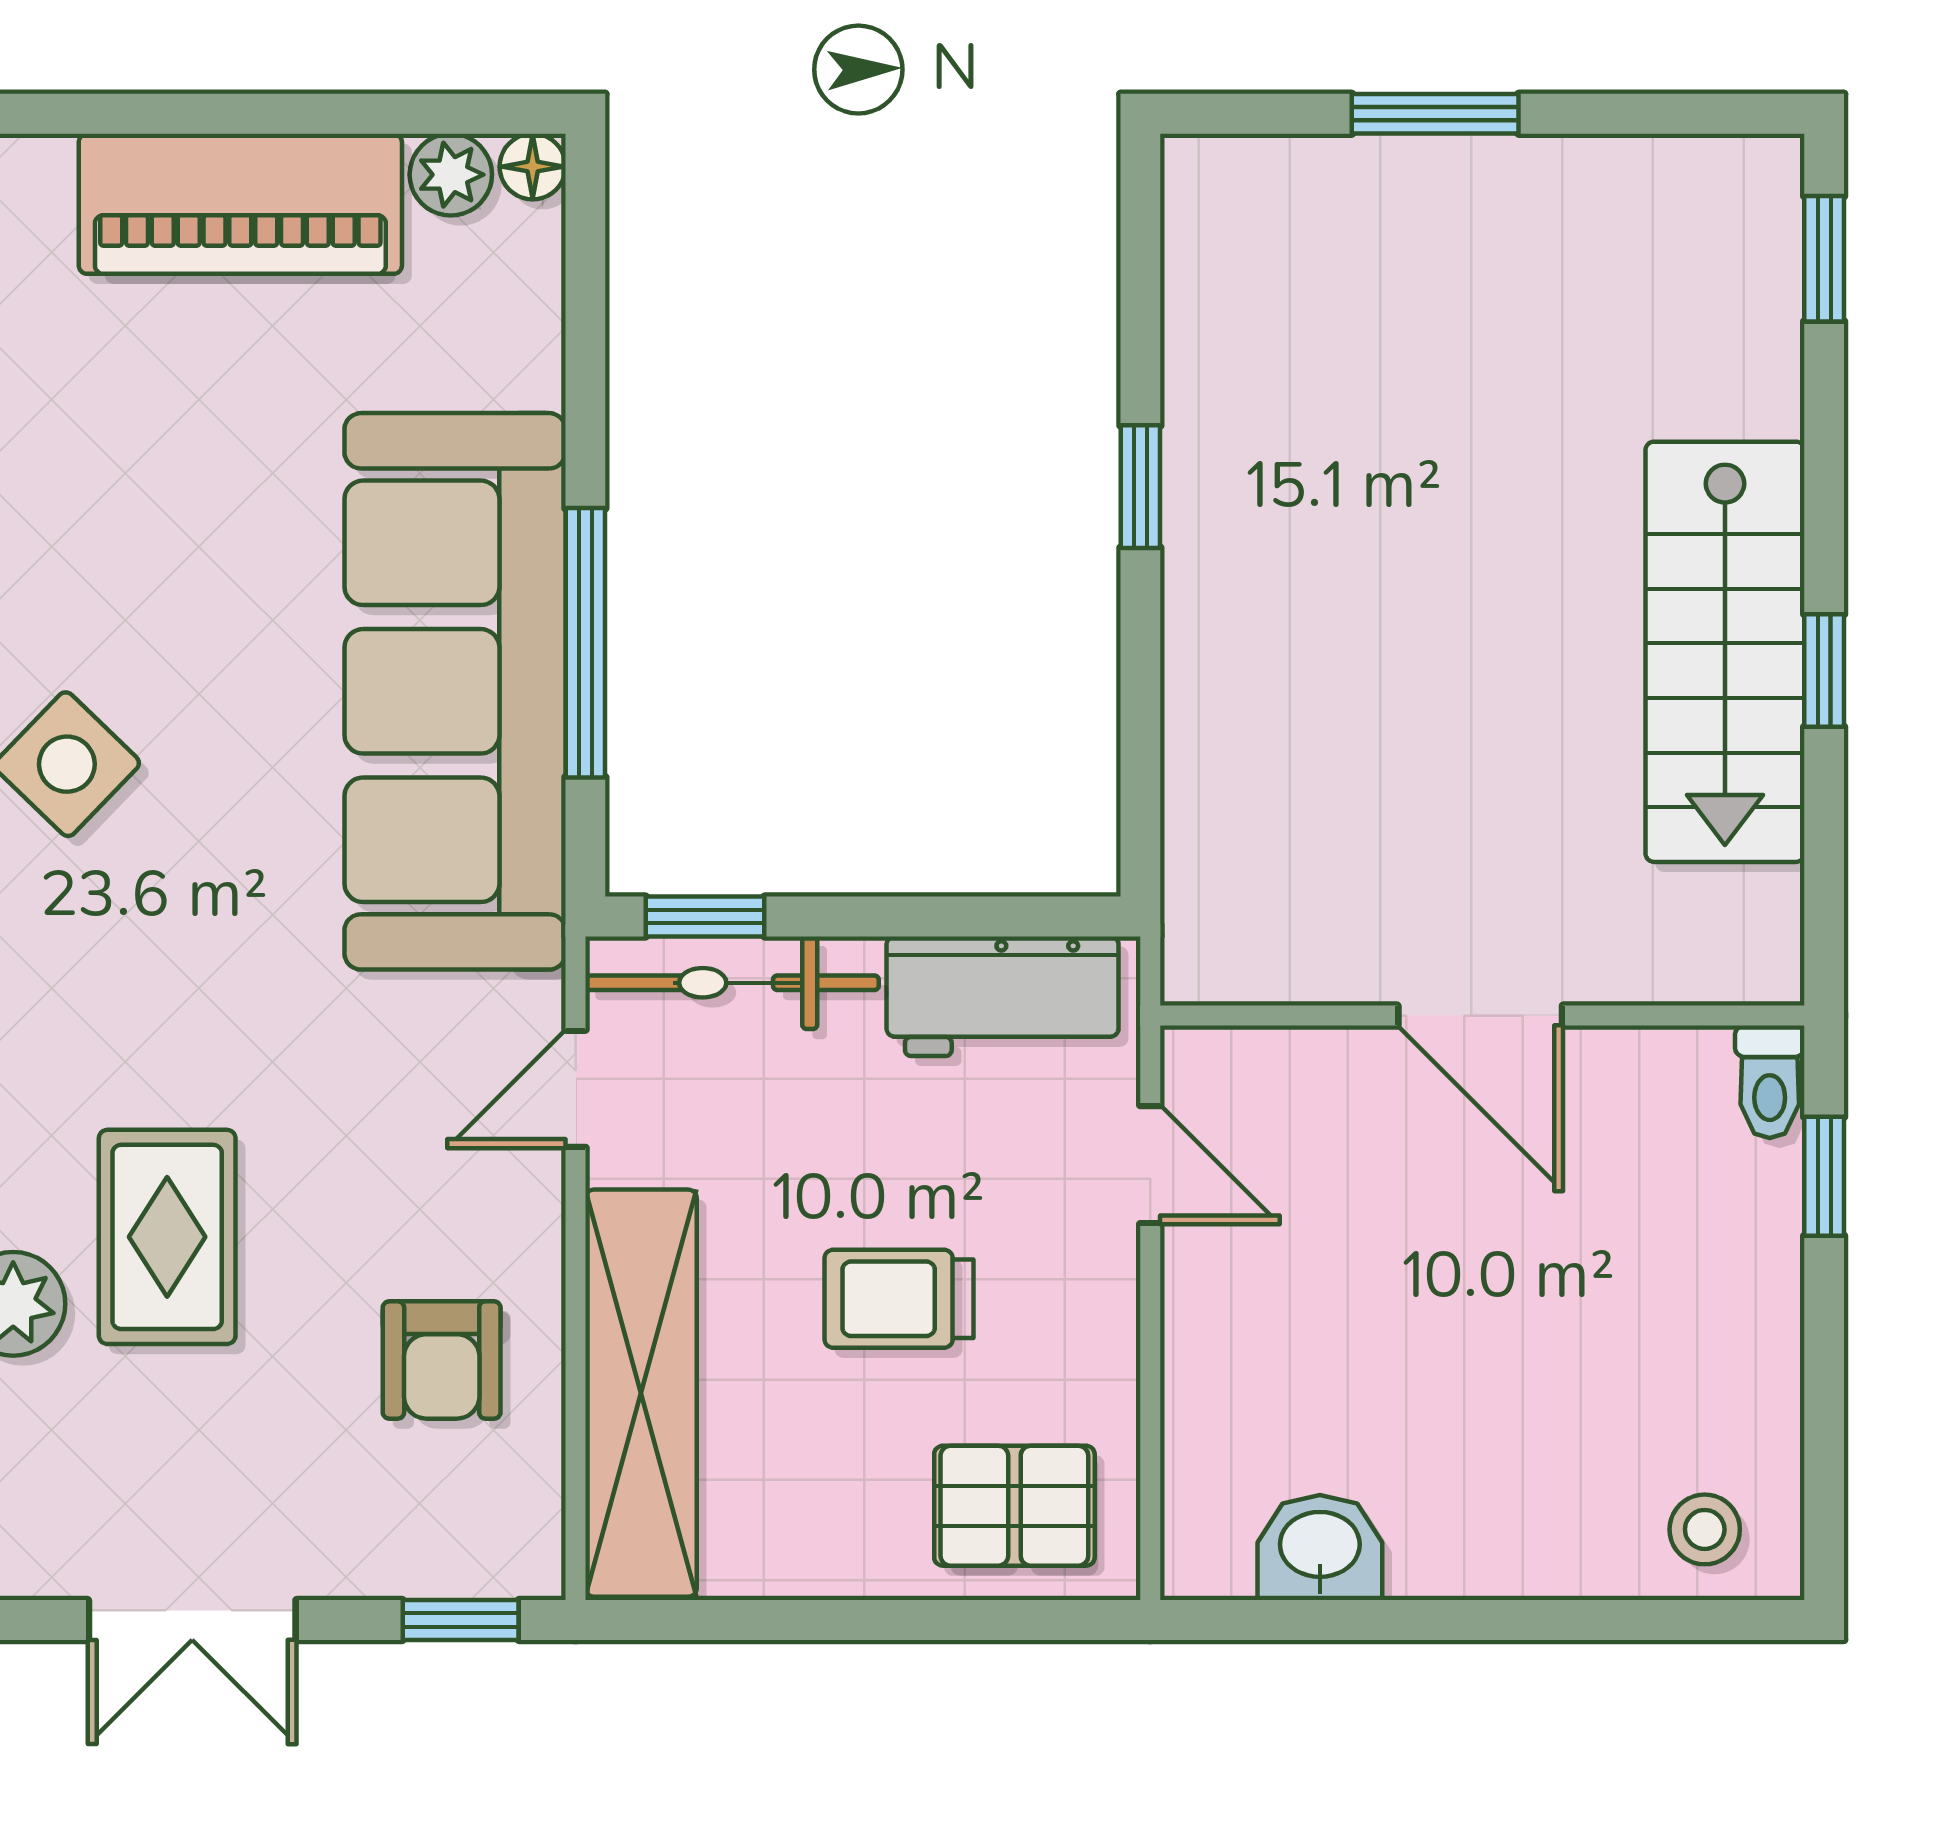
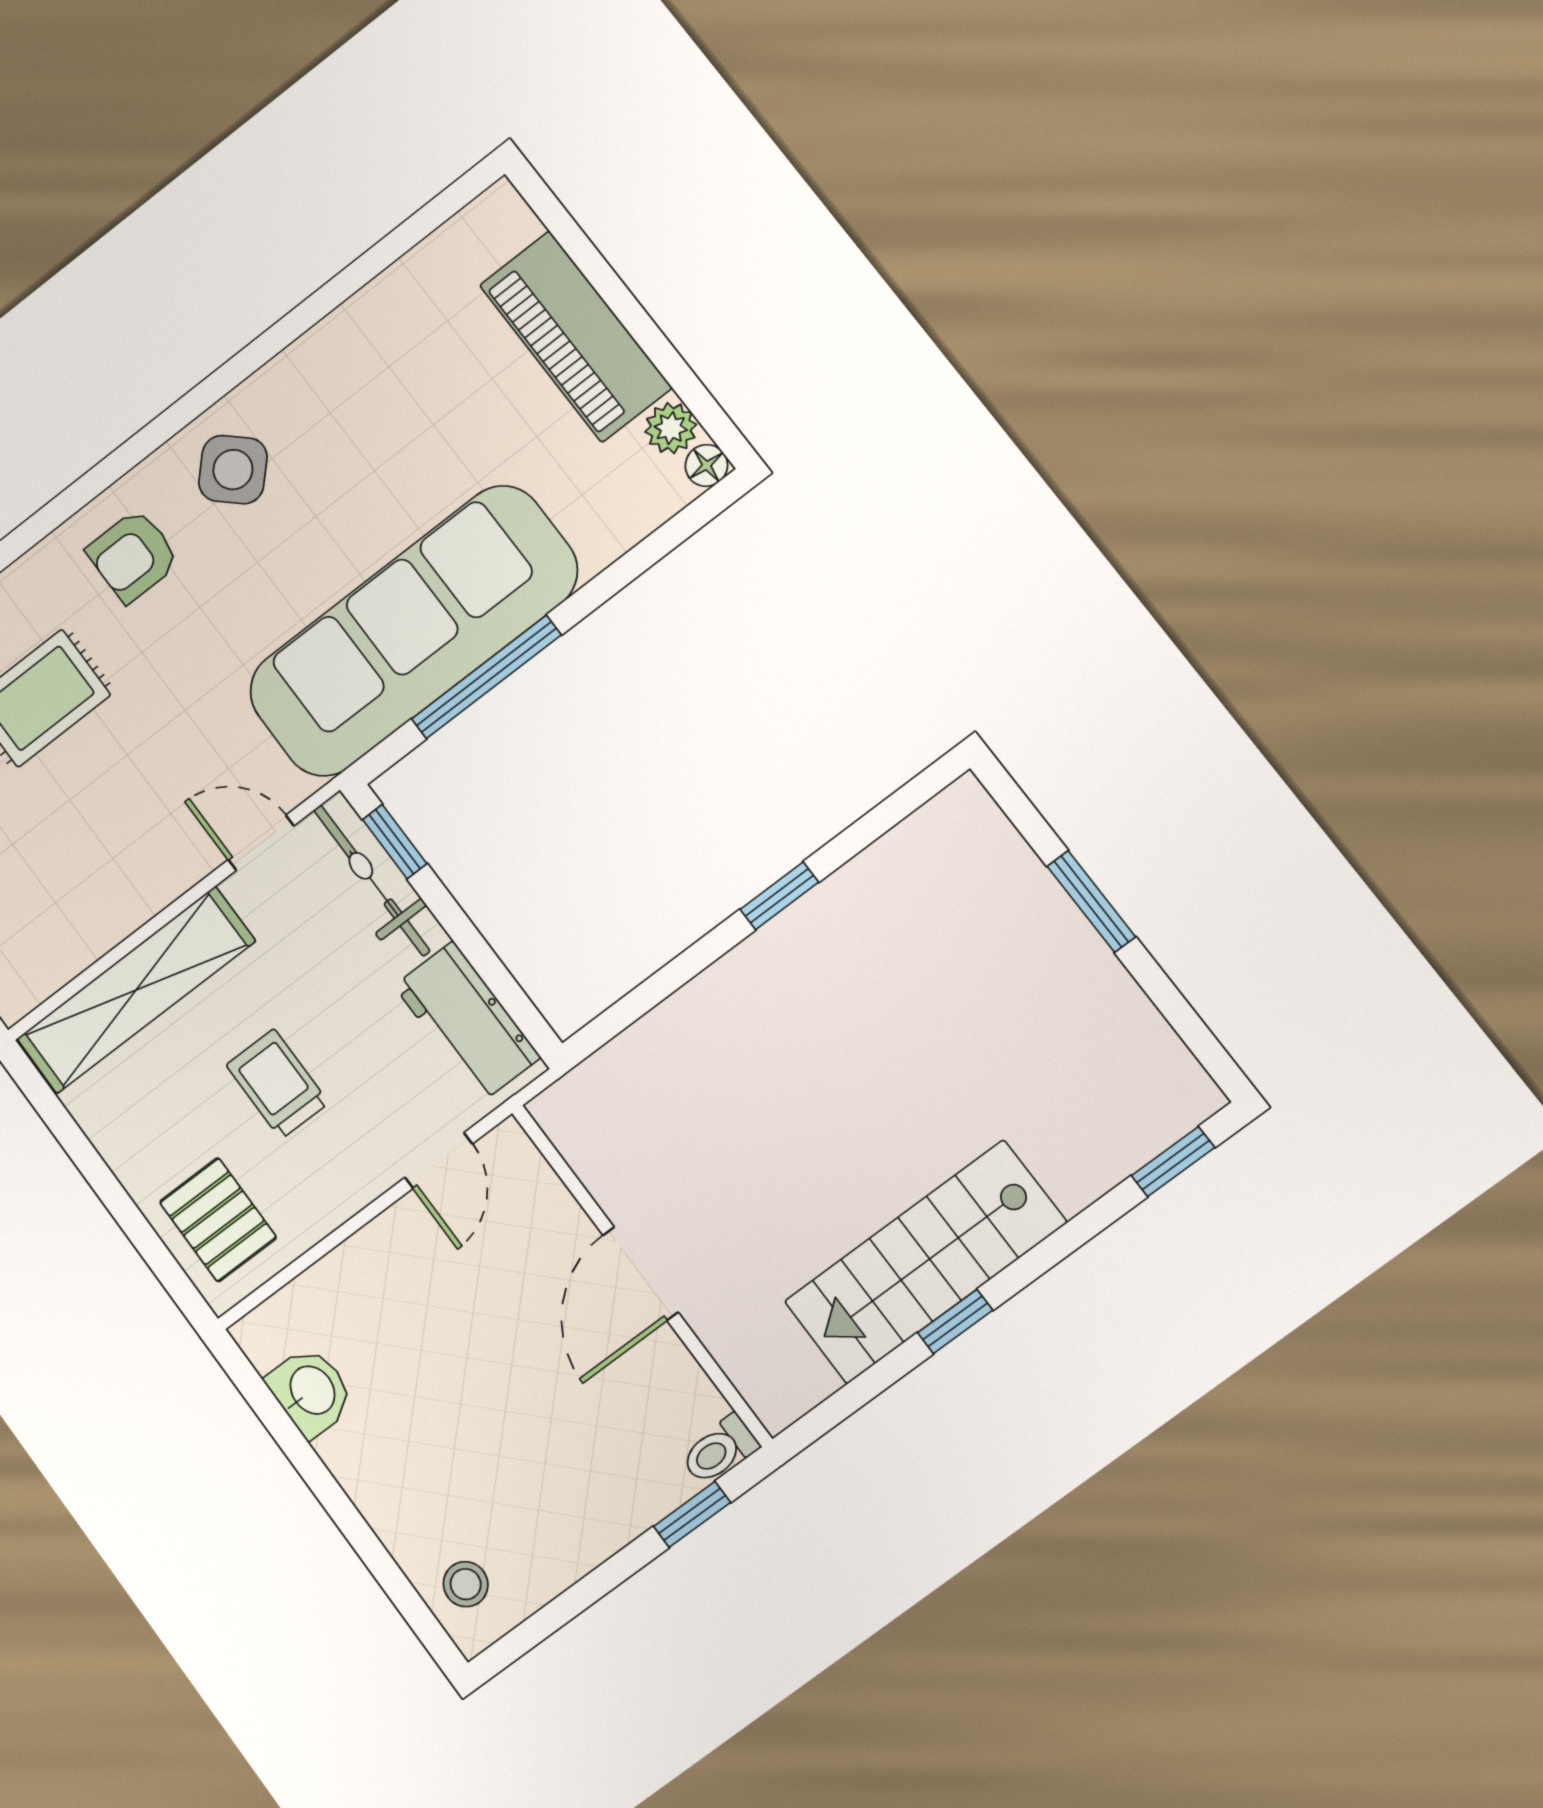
armchair: (442, 1360) -> (133, 556), moved

